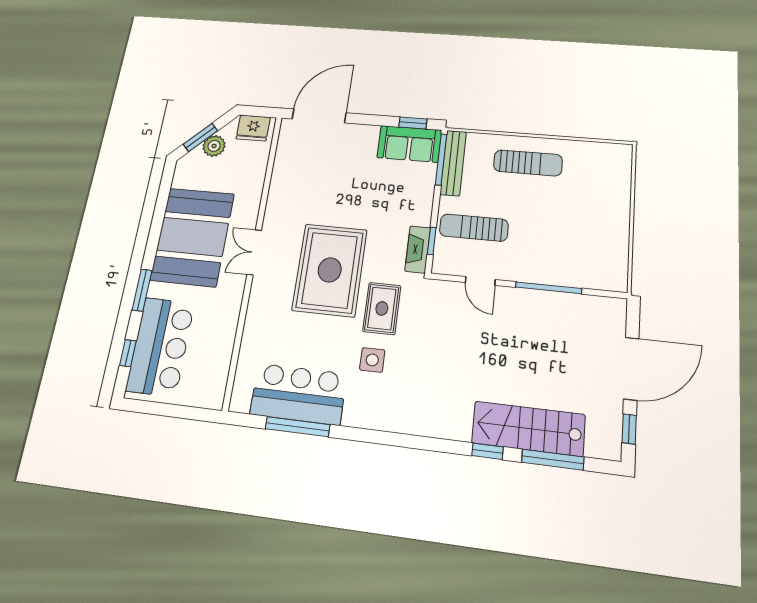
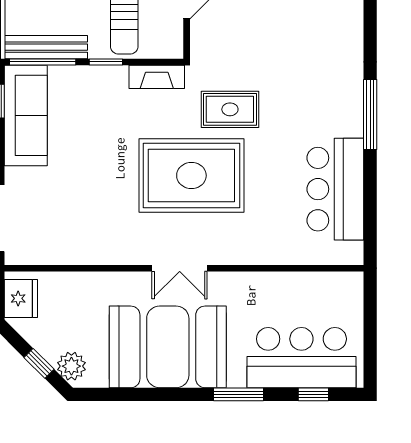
window: (200, 137) -> (39, 363), width x0.67
sofa: (409, 144) -> (26, 115), width x1.36
plant: (214, 146) -> (71, 366), moved
window: (432, 241) -> (106, 62), moved
side table: (372, 360) -> (289, 112), removed
window: (298, 427) -> (370, 114), moved

